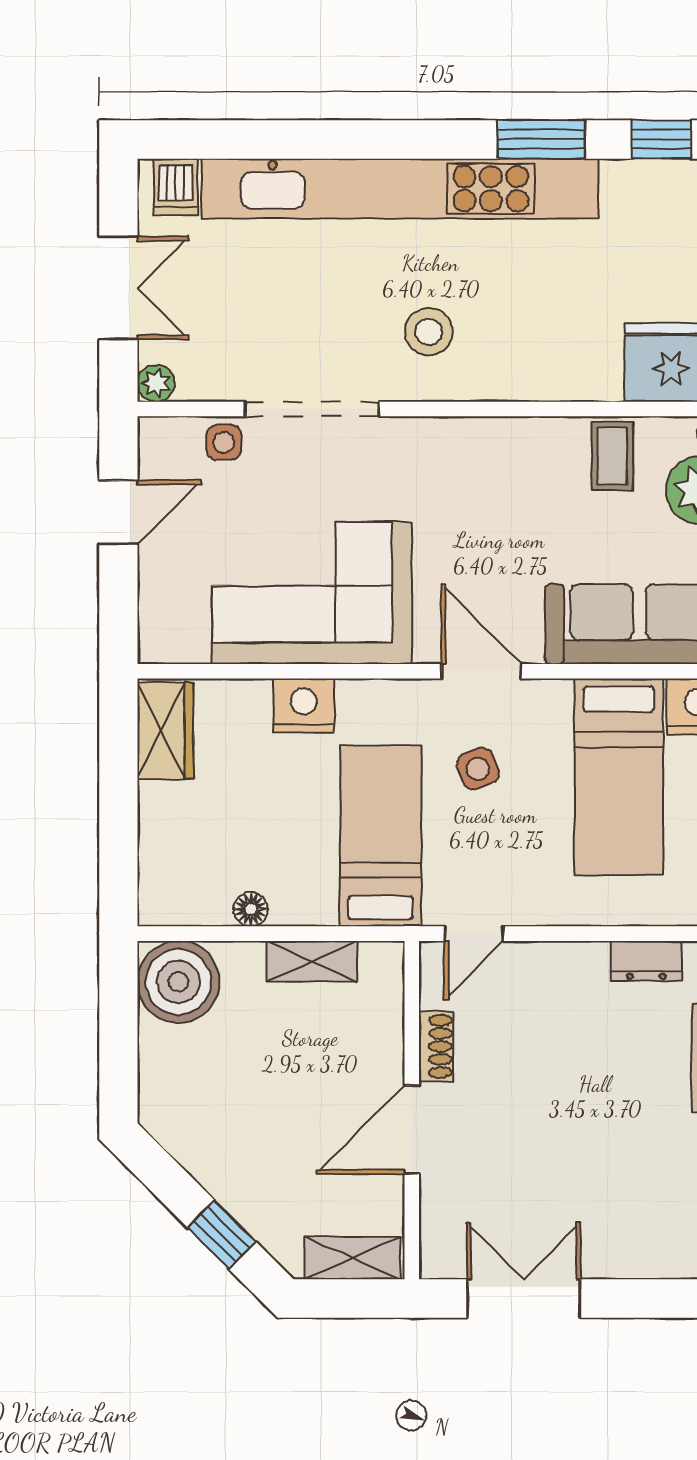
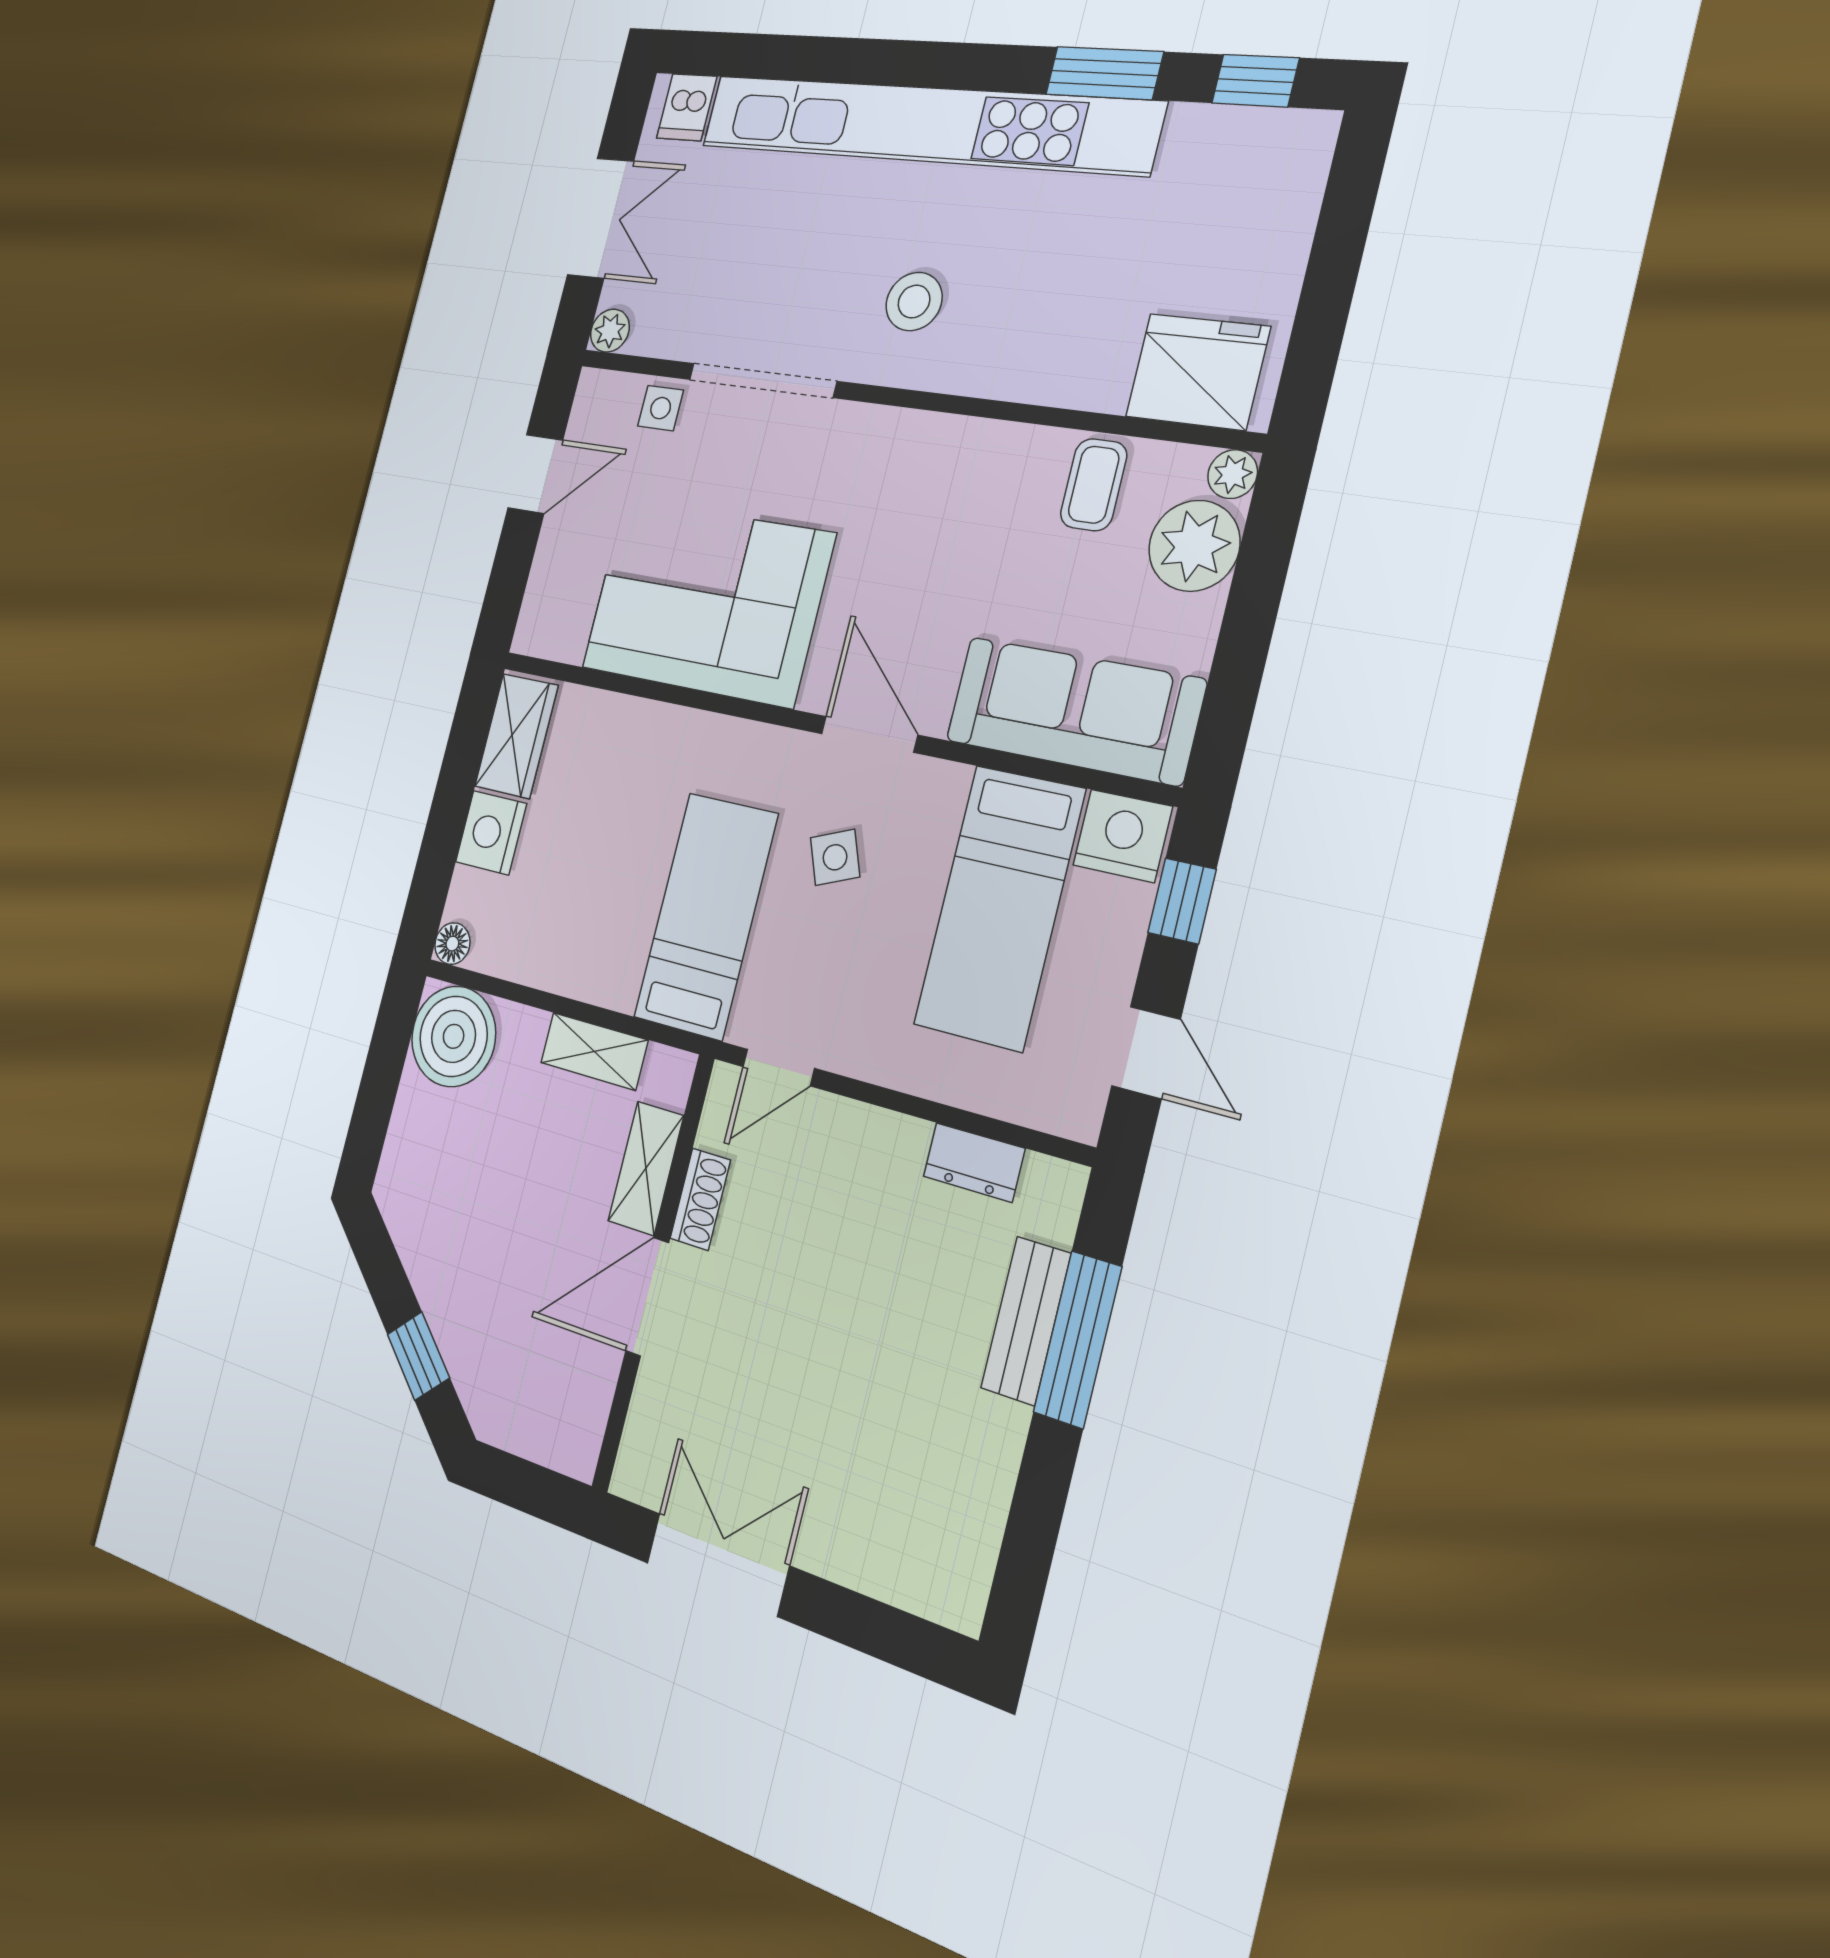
nightstand: (304, 706) -> (491, 833), moved, turned -90
floor lamp: (251, 909) -> (452, 944), moved
shelving: (353, 1258) -> (646, 1168), moved, turned 90

